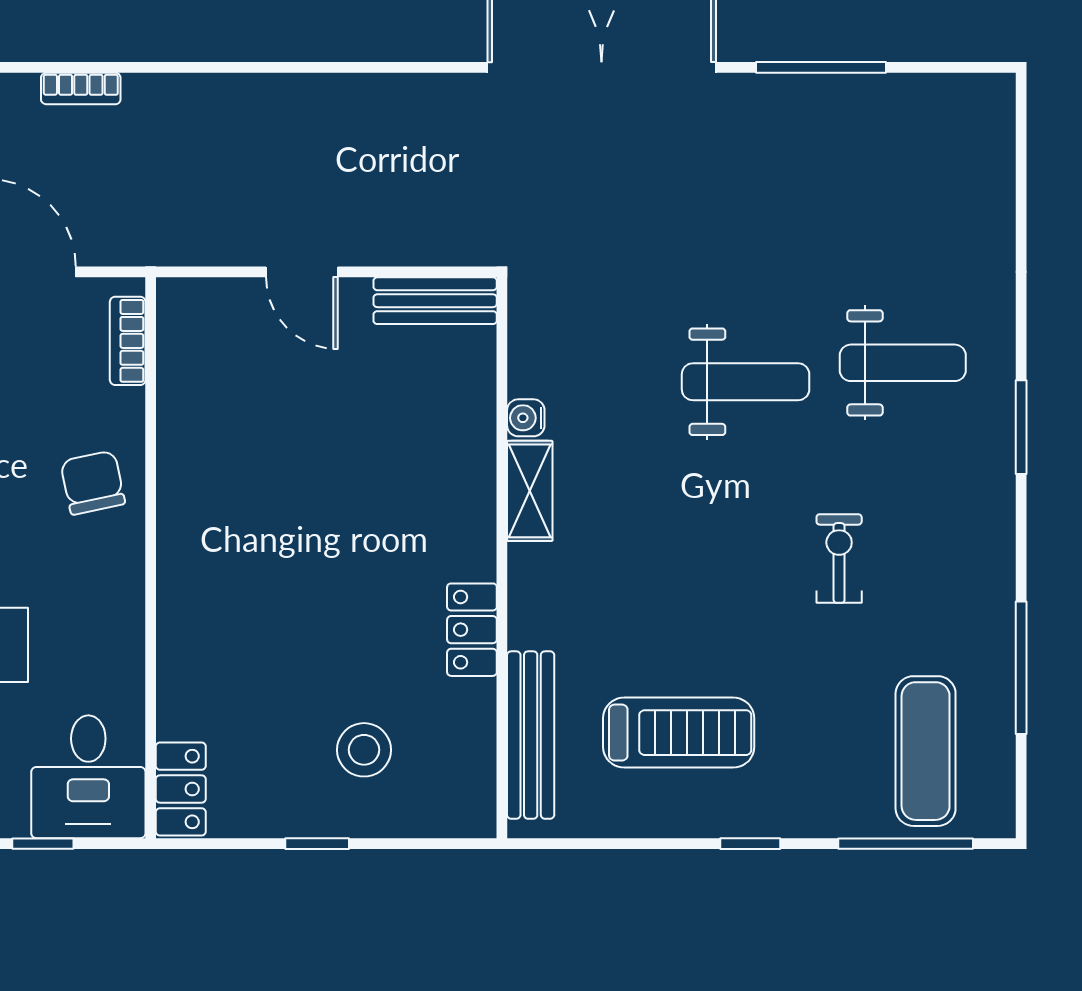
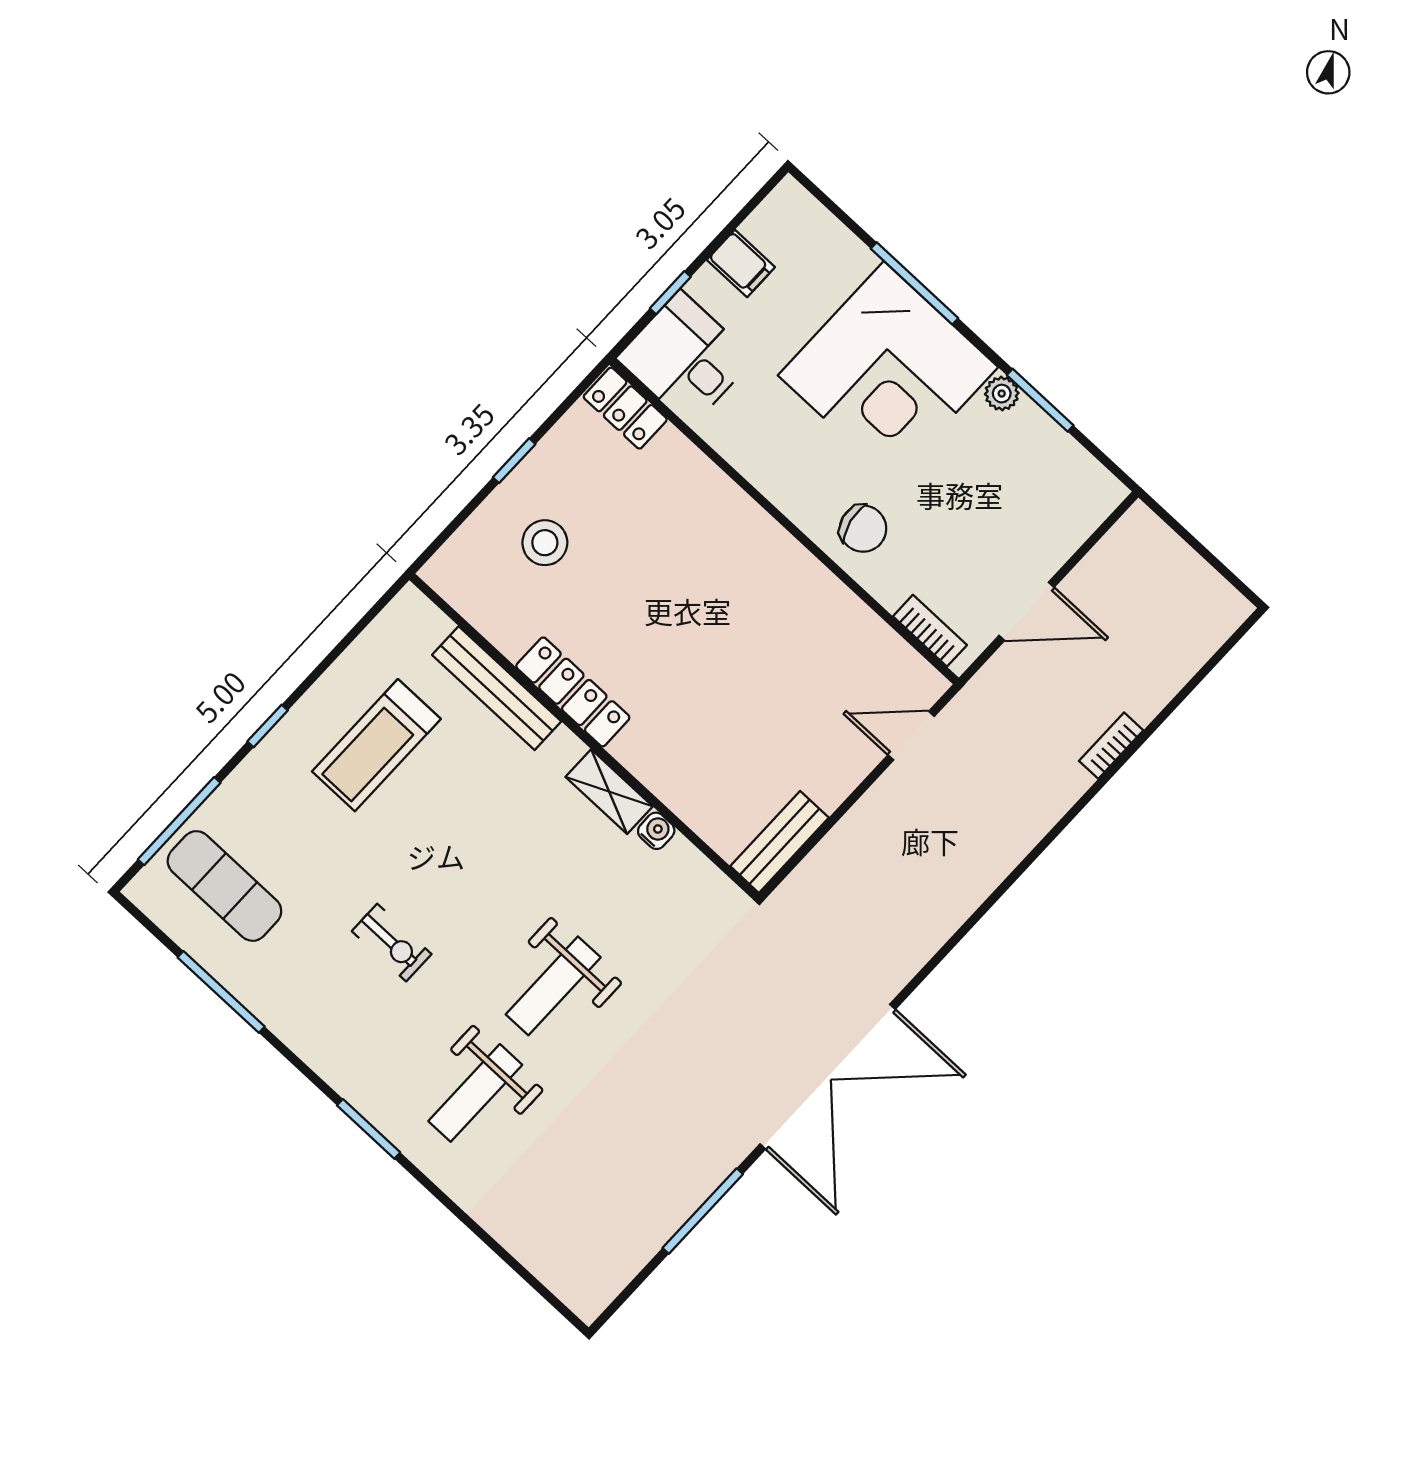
door: (302, 272) -> (911, 736), moved
locker: (472, 630) -> (573, 692), width x1.53
bench: (531, 735) -> (497, 688), moved

